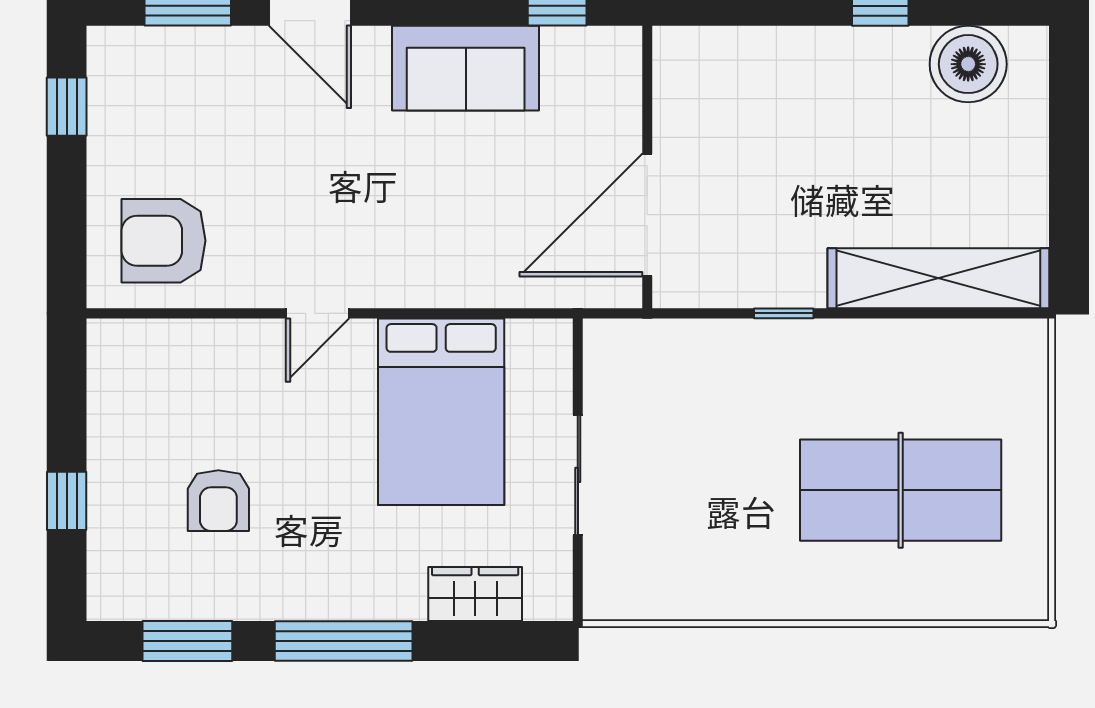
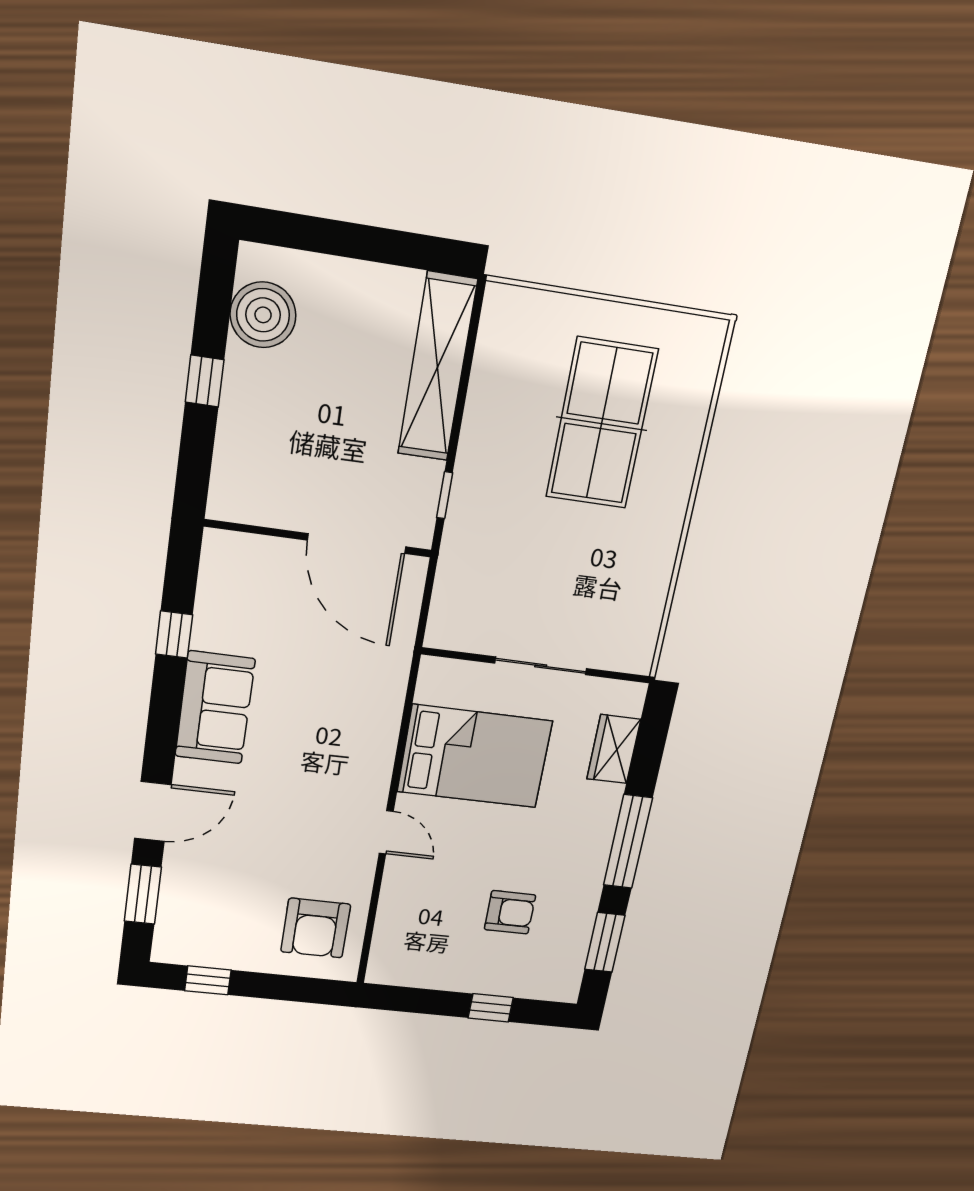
wall: (647, 167) -> (318, 538), moved
door: (647, 215) -> (357, 544), moved

